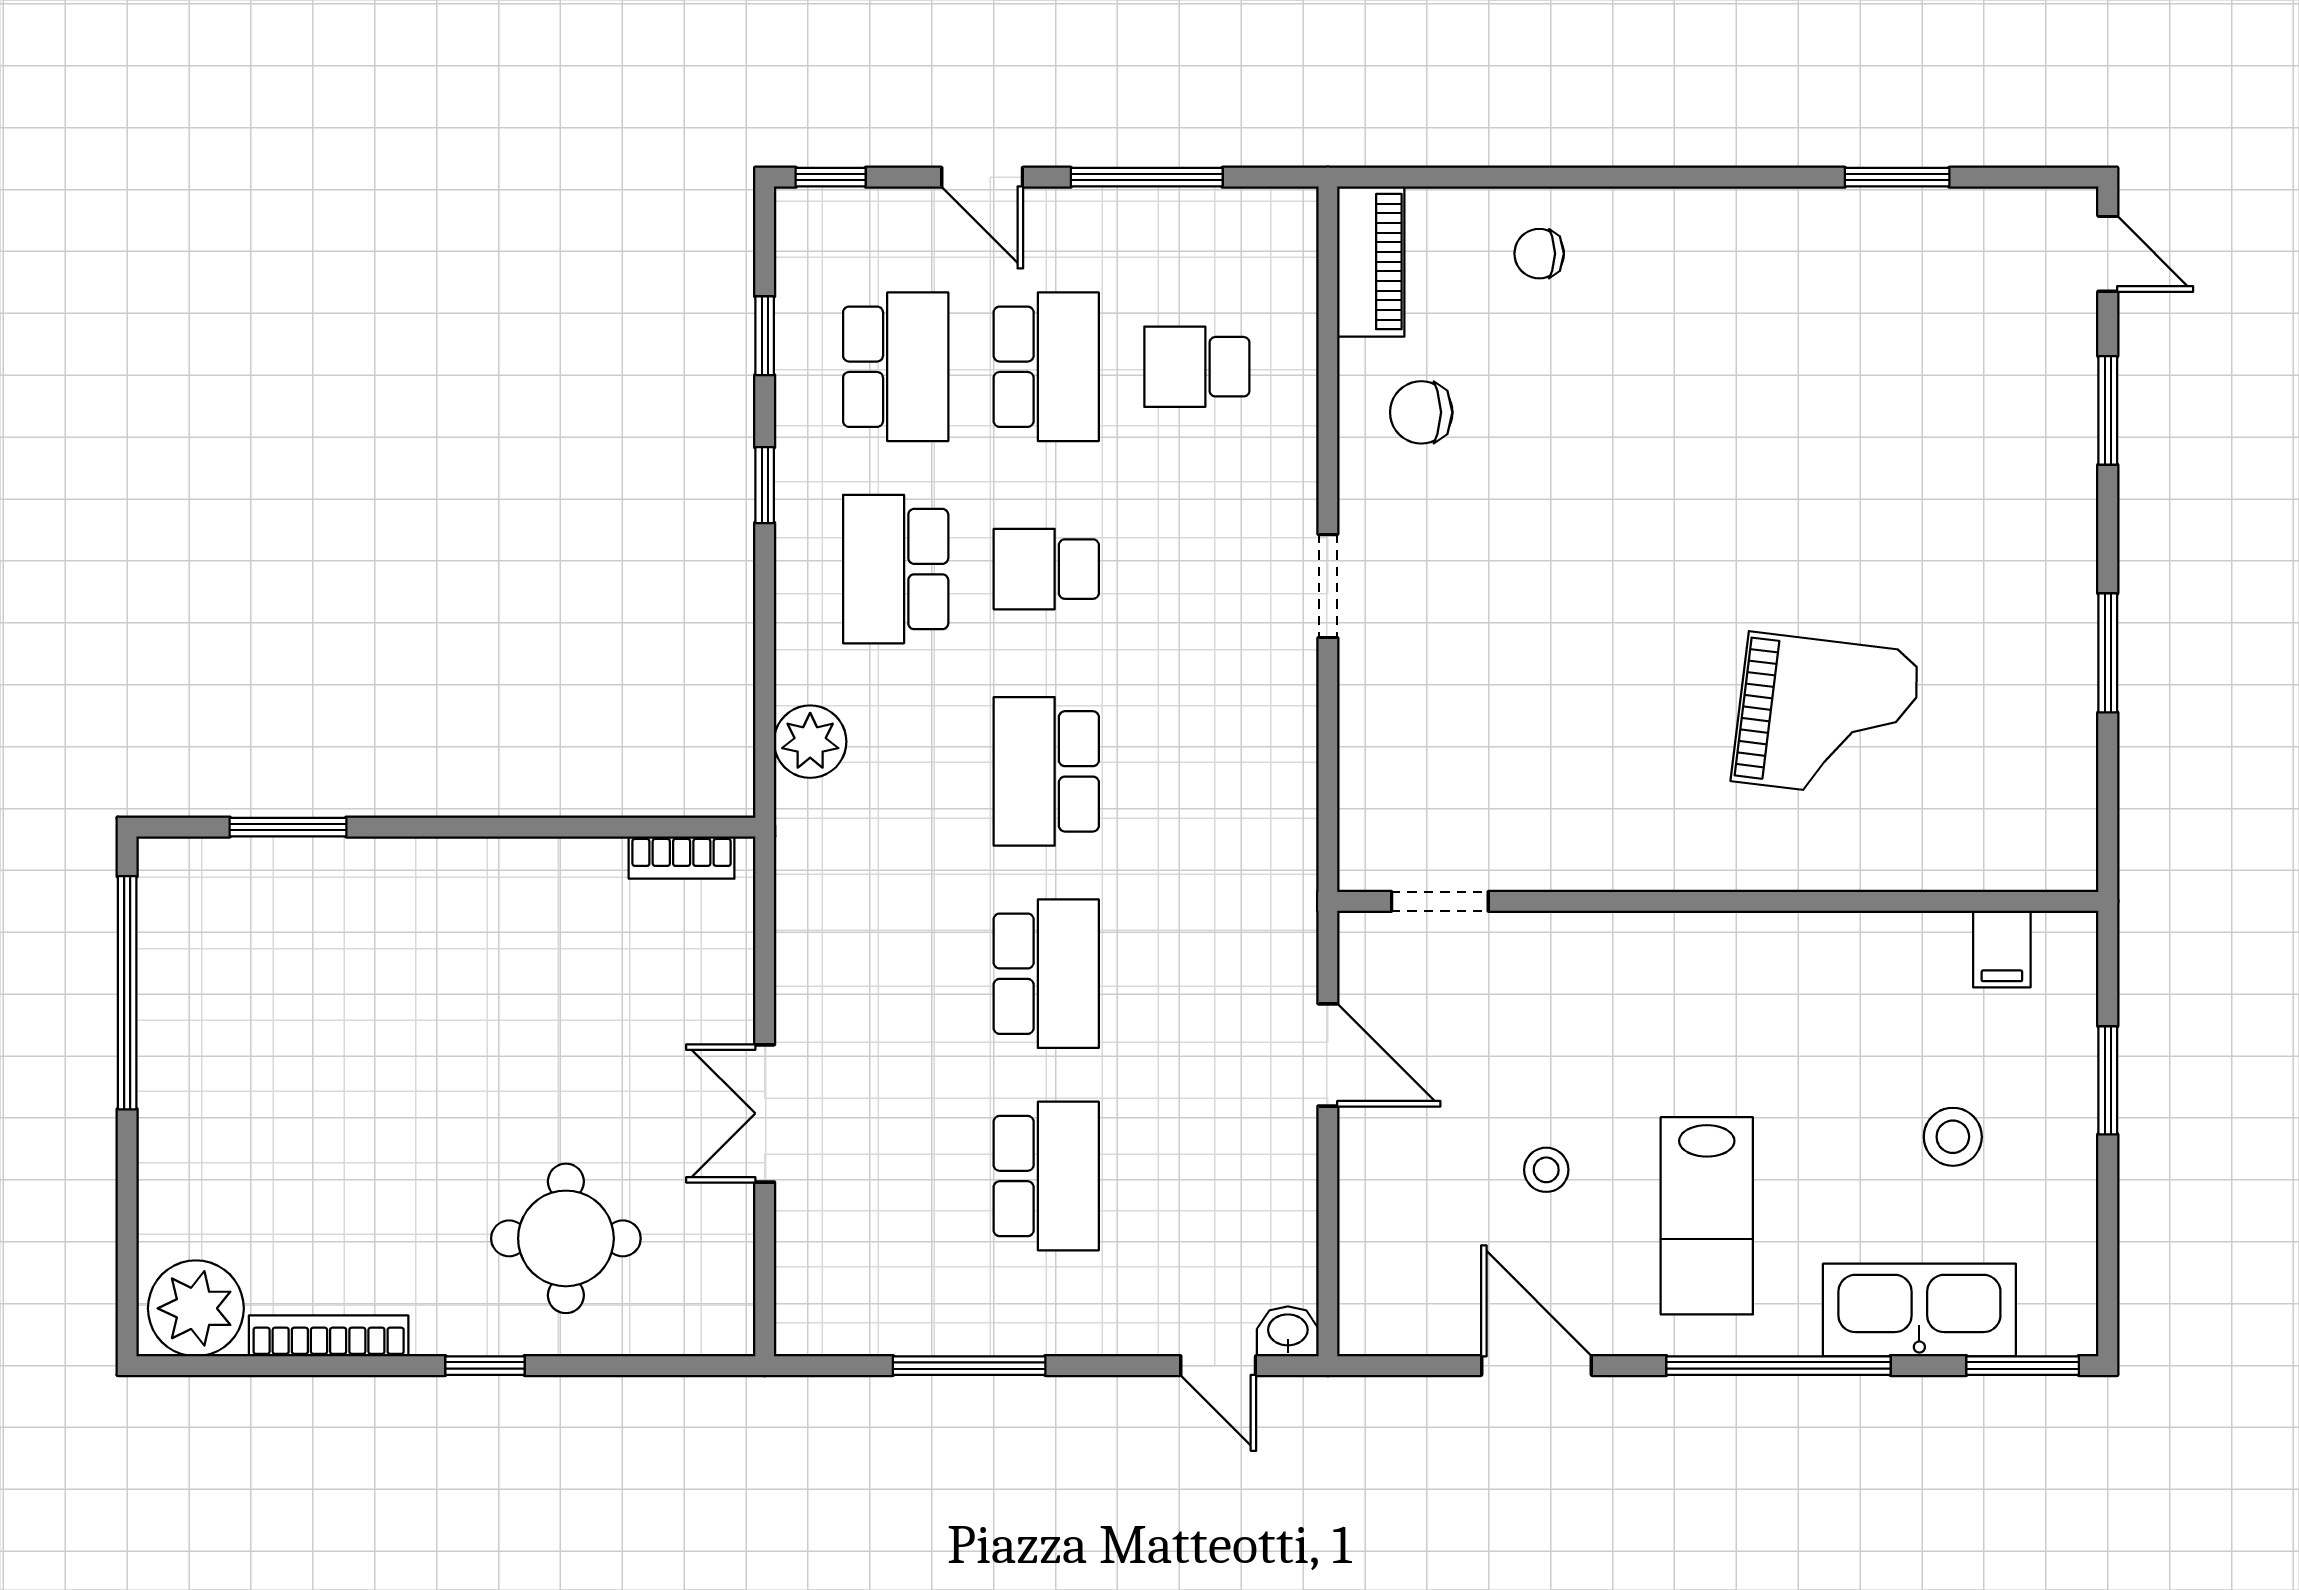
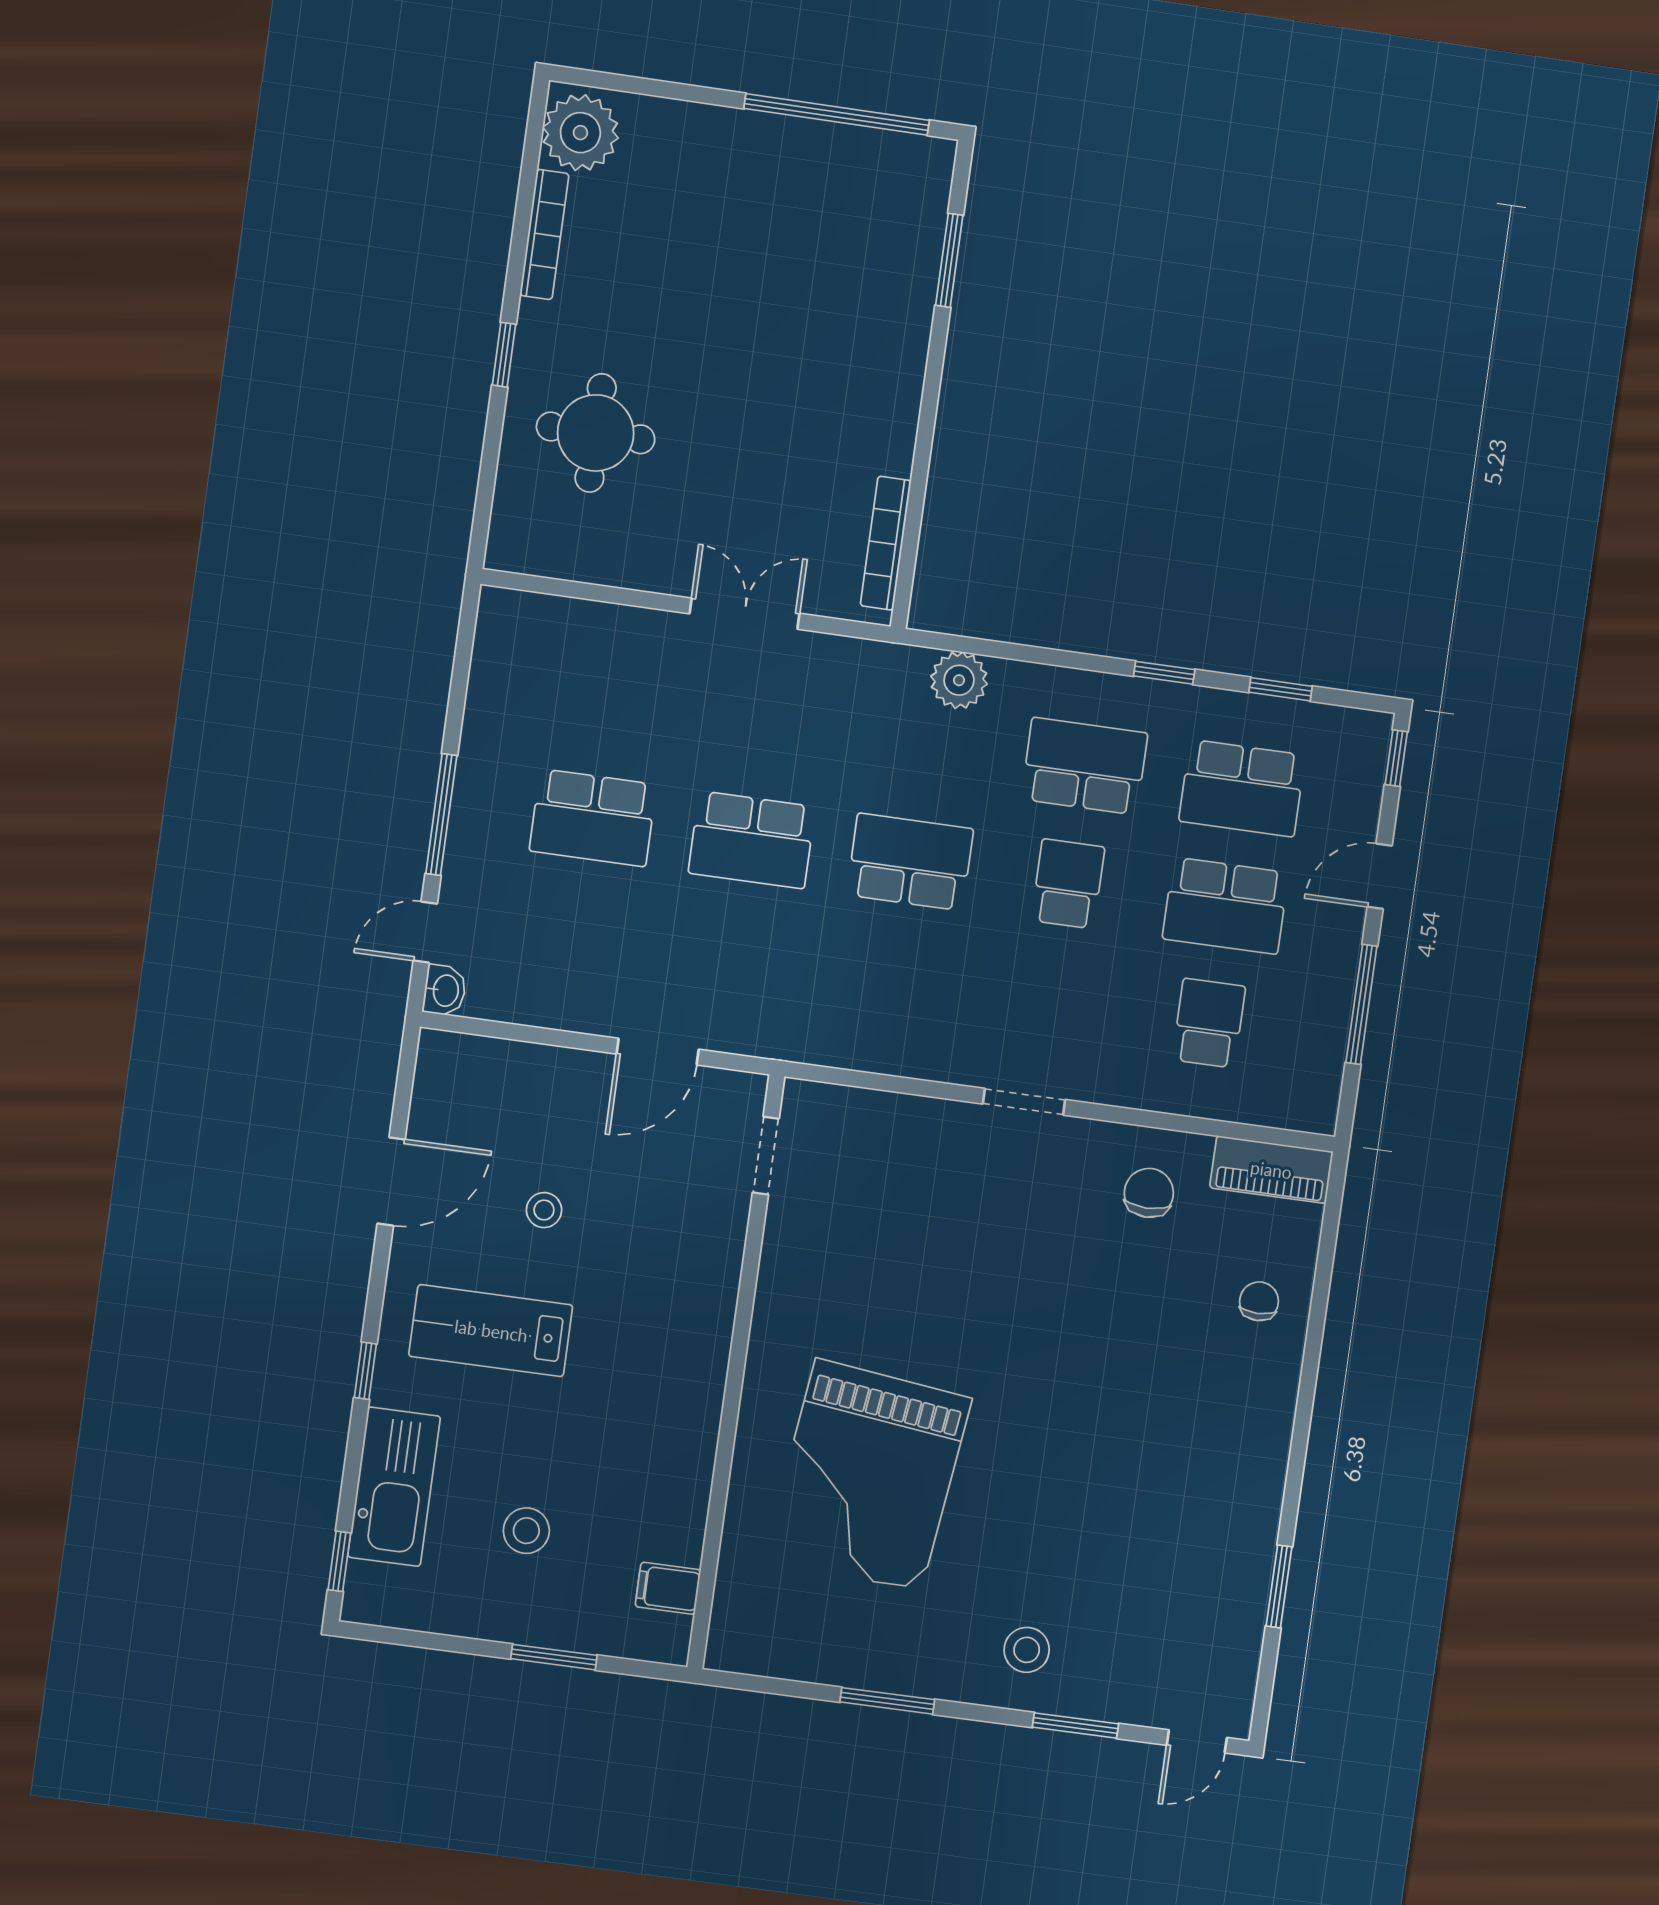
stool: (2020, 486) -> (1027, 1650), added
grand piano: (1826, 717) -> (868, 1476), width x1.37, depth x1.48
bookcase: (682, 858) -> (886, 543), width x1.56
double door: (765, 1113) -> (745, 614), moved
window: (969, 1366) -> (441, 814), moved
window: (1778, 1366) -> (365, 1371), width x0.32
window: (2023, 1366) -> (339, 1561), width x0.67

